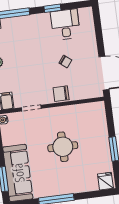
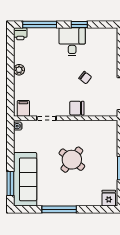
desk: (65, 25) -> (72, 42), moved
round table: (63, 147) -> (72, 160), turned 38

